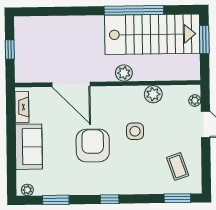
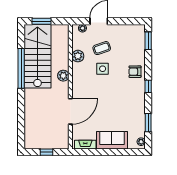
armchair: (93, 146) -> (135, 72), moved, width x0.53, depth x0.53
coffee table: (178, 166) -> (102, 48), moved

